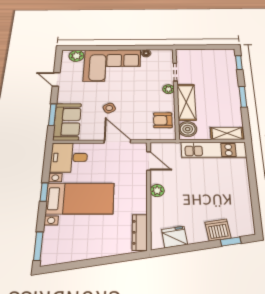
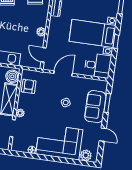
armchair: (163, 120) -> (29, 86), turned -90
sofa: (67, 122) -> (95, 107), moved
door: (117, 141) -> (63, 73), swing flipped

